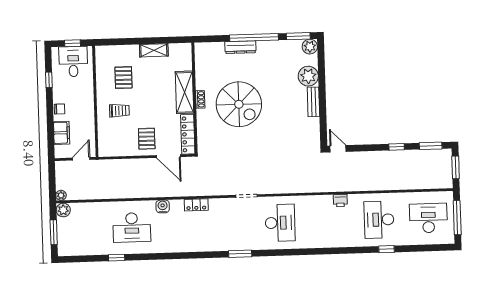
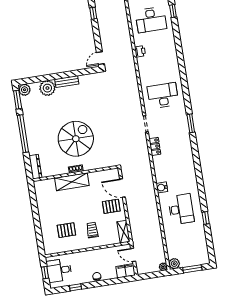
dresser: (240, 47) -> (35, 167), moved
shelving: (154, 50) -> (123, 232), moved
filing cabinet: (62, 133) -> (126, 271), moved
locker: (188, 134) -> (104, 175), removed
door: (168, 156) -> (123, 188), swing flipped
locker: (196, 205) -> (155, 146), moved

